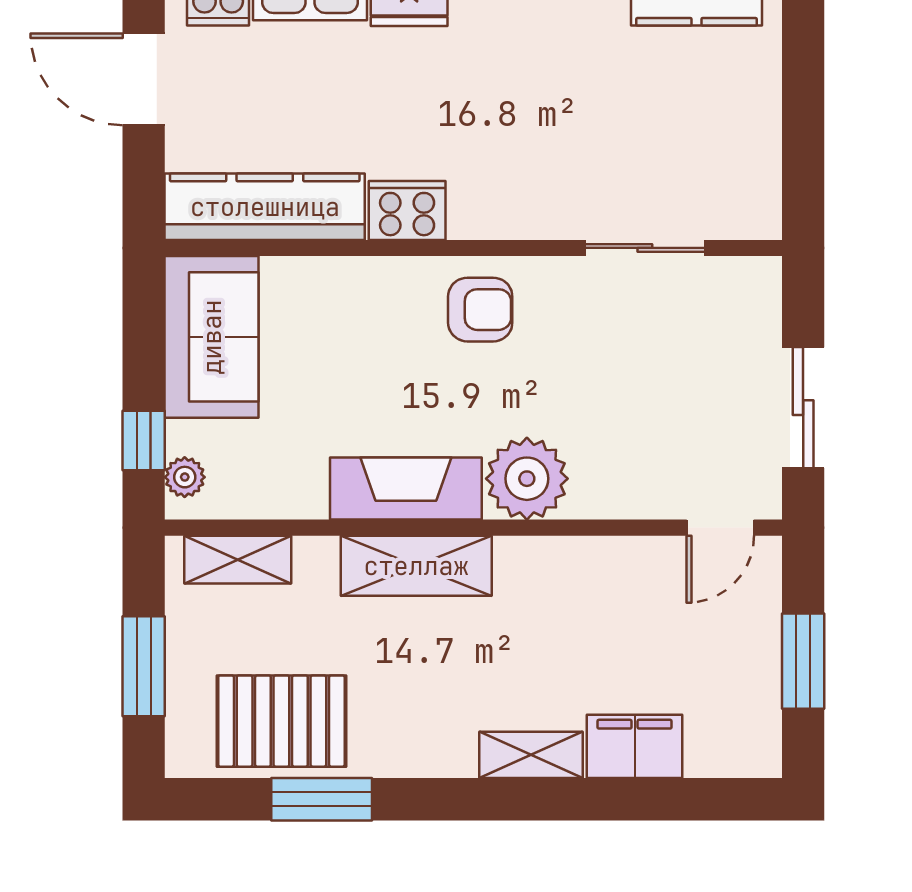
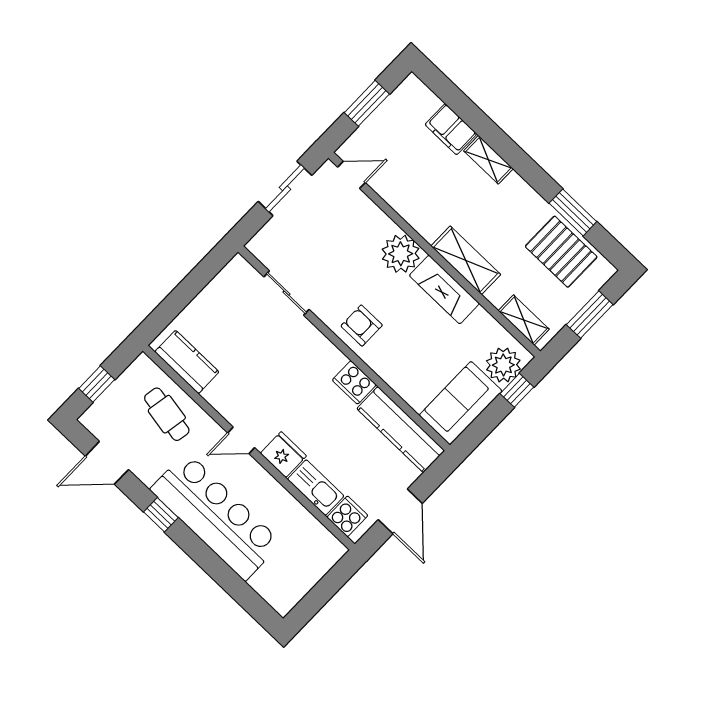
plant: (185, 477) -> (503, 365), width x1.88, depth x1.88

